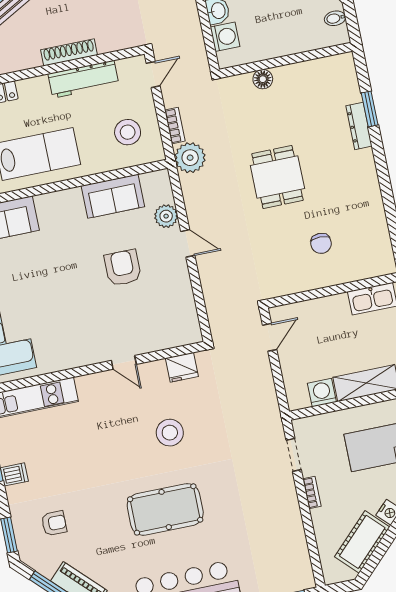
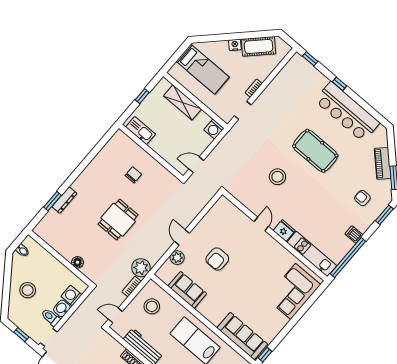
fridge: (182, 367) -> (284, 231), moved
washing machine: (322, 393) -> (214, 129), moved

